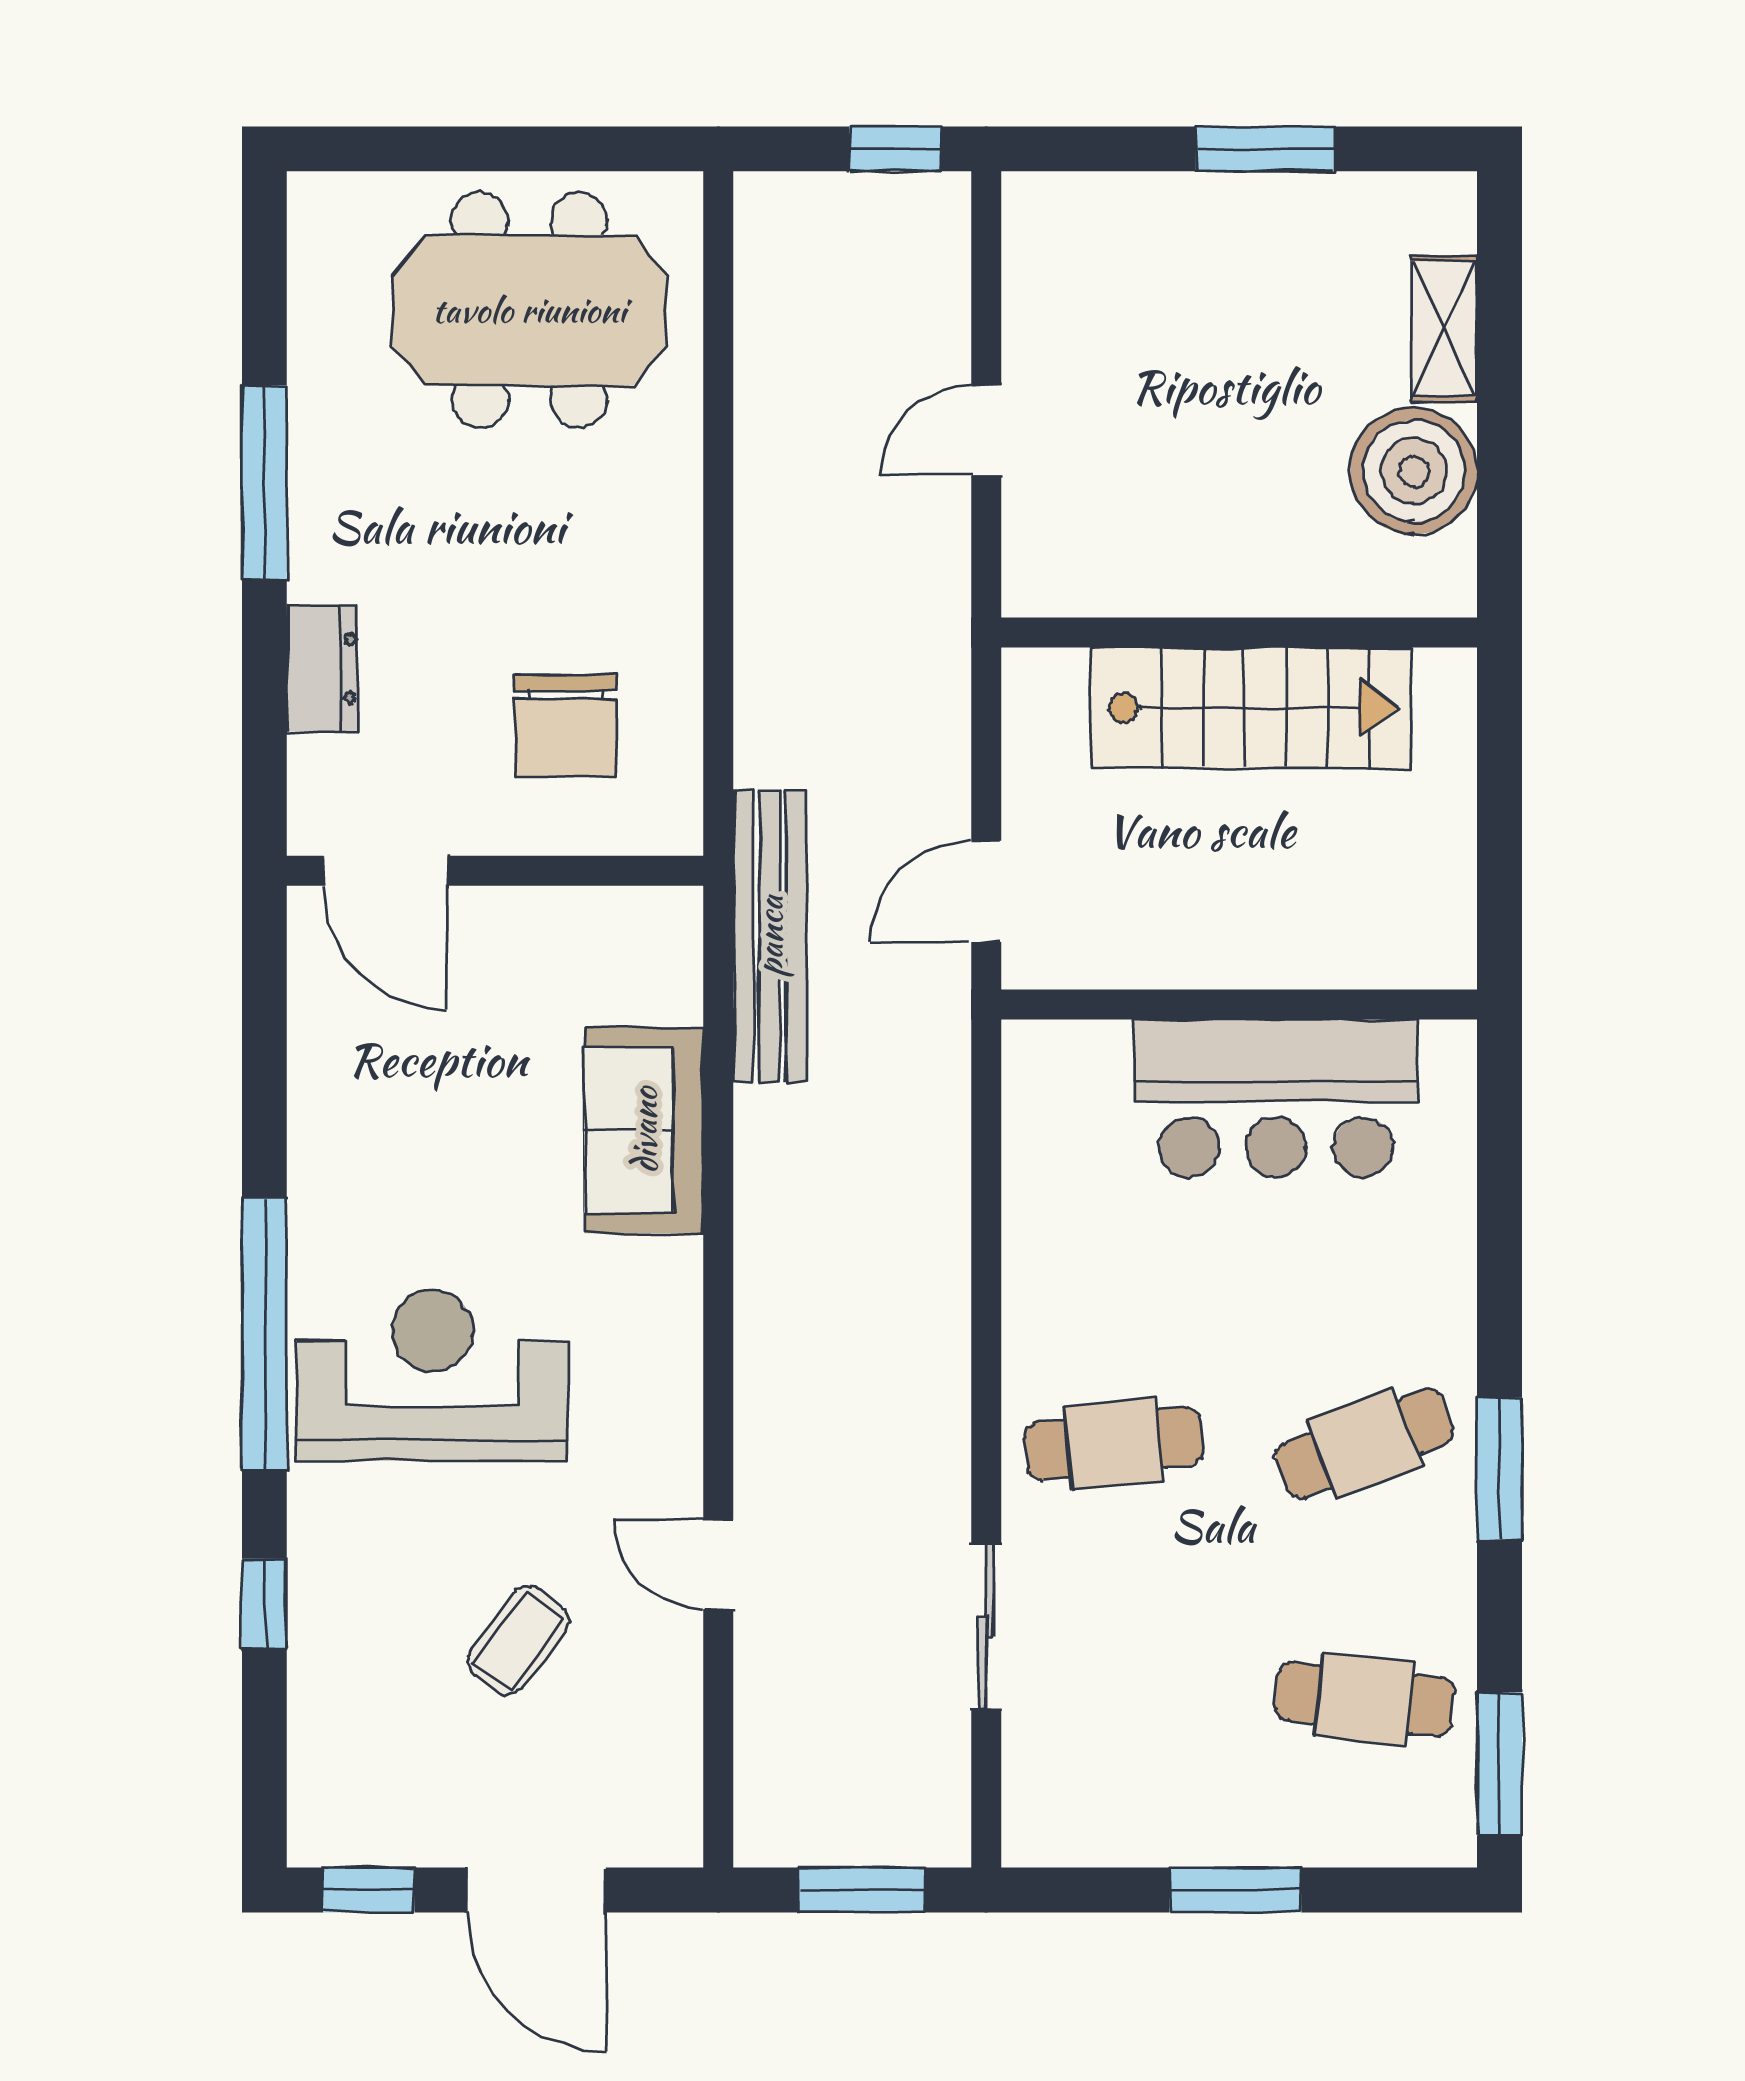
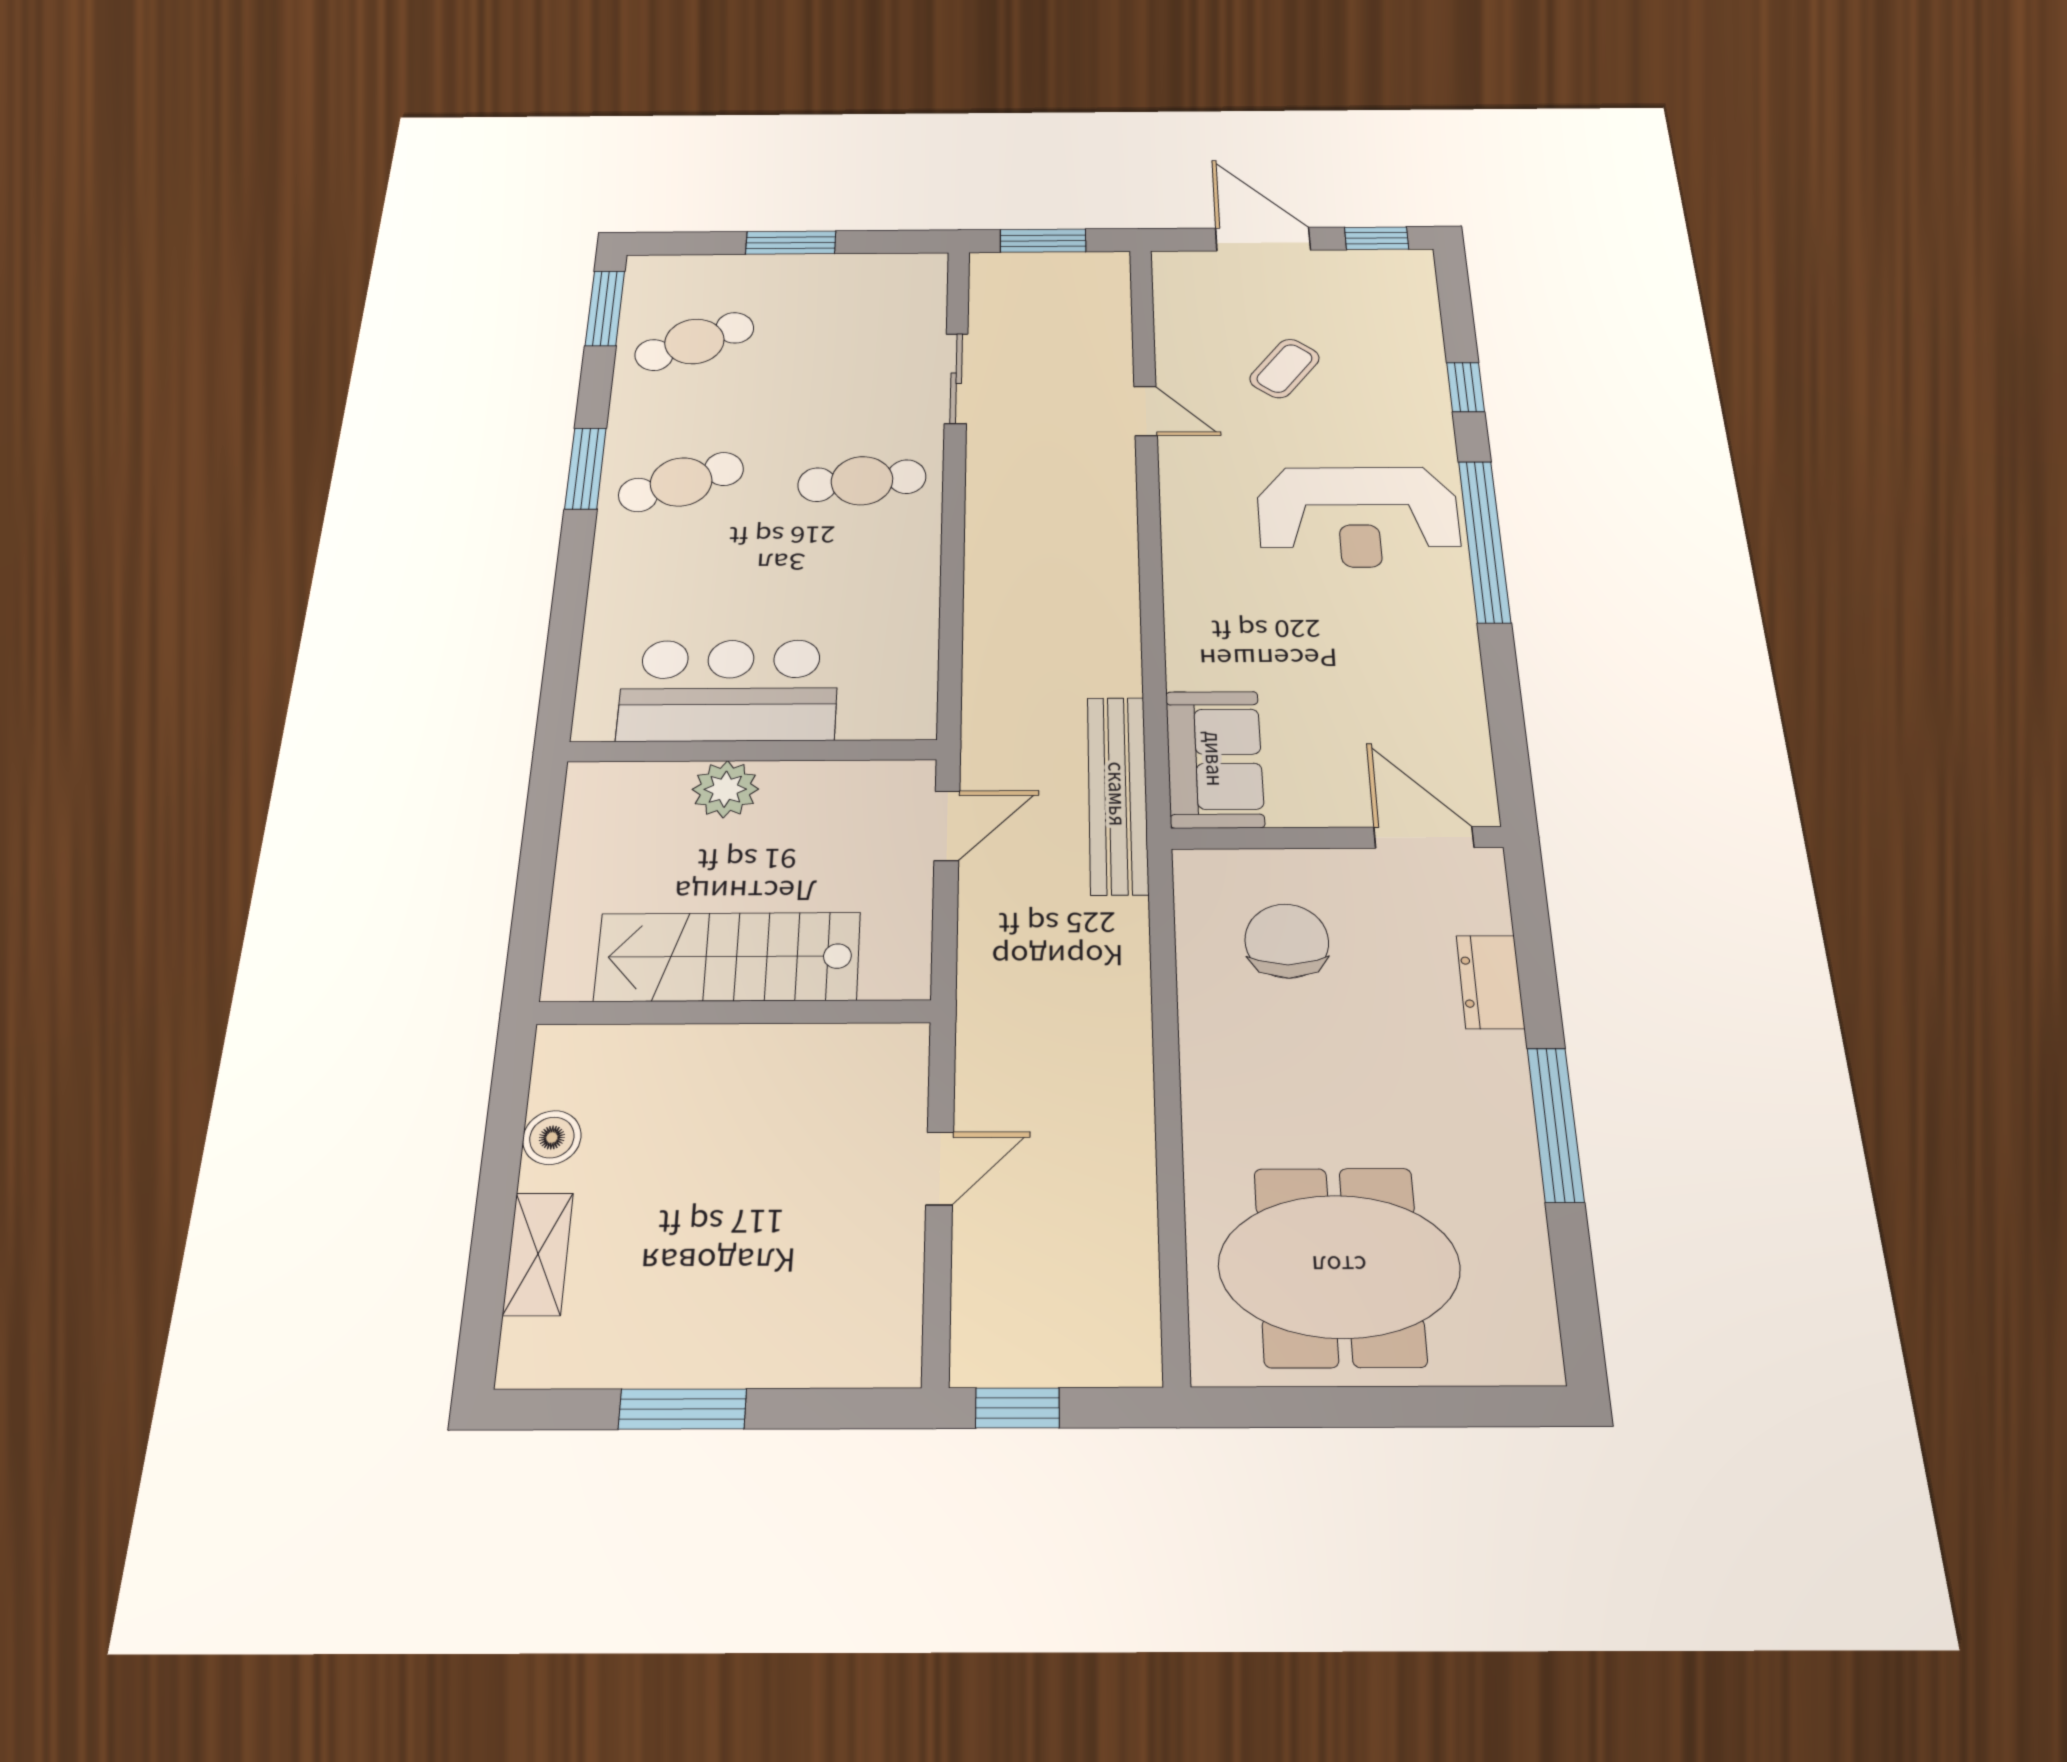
boiler: (1414, 471) -> (552, 1138), width x0.54, depth x0.54
plant: (1270, 947) -> (725, 789), added
sofa: (644, 1130) -> (1215, 759), moved
cafe table: (1364, 1699) -> (694, 341), turned -30

